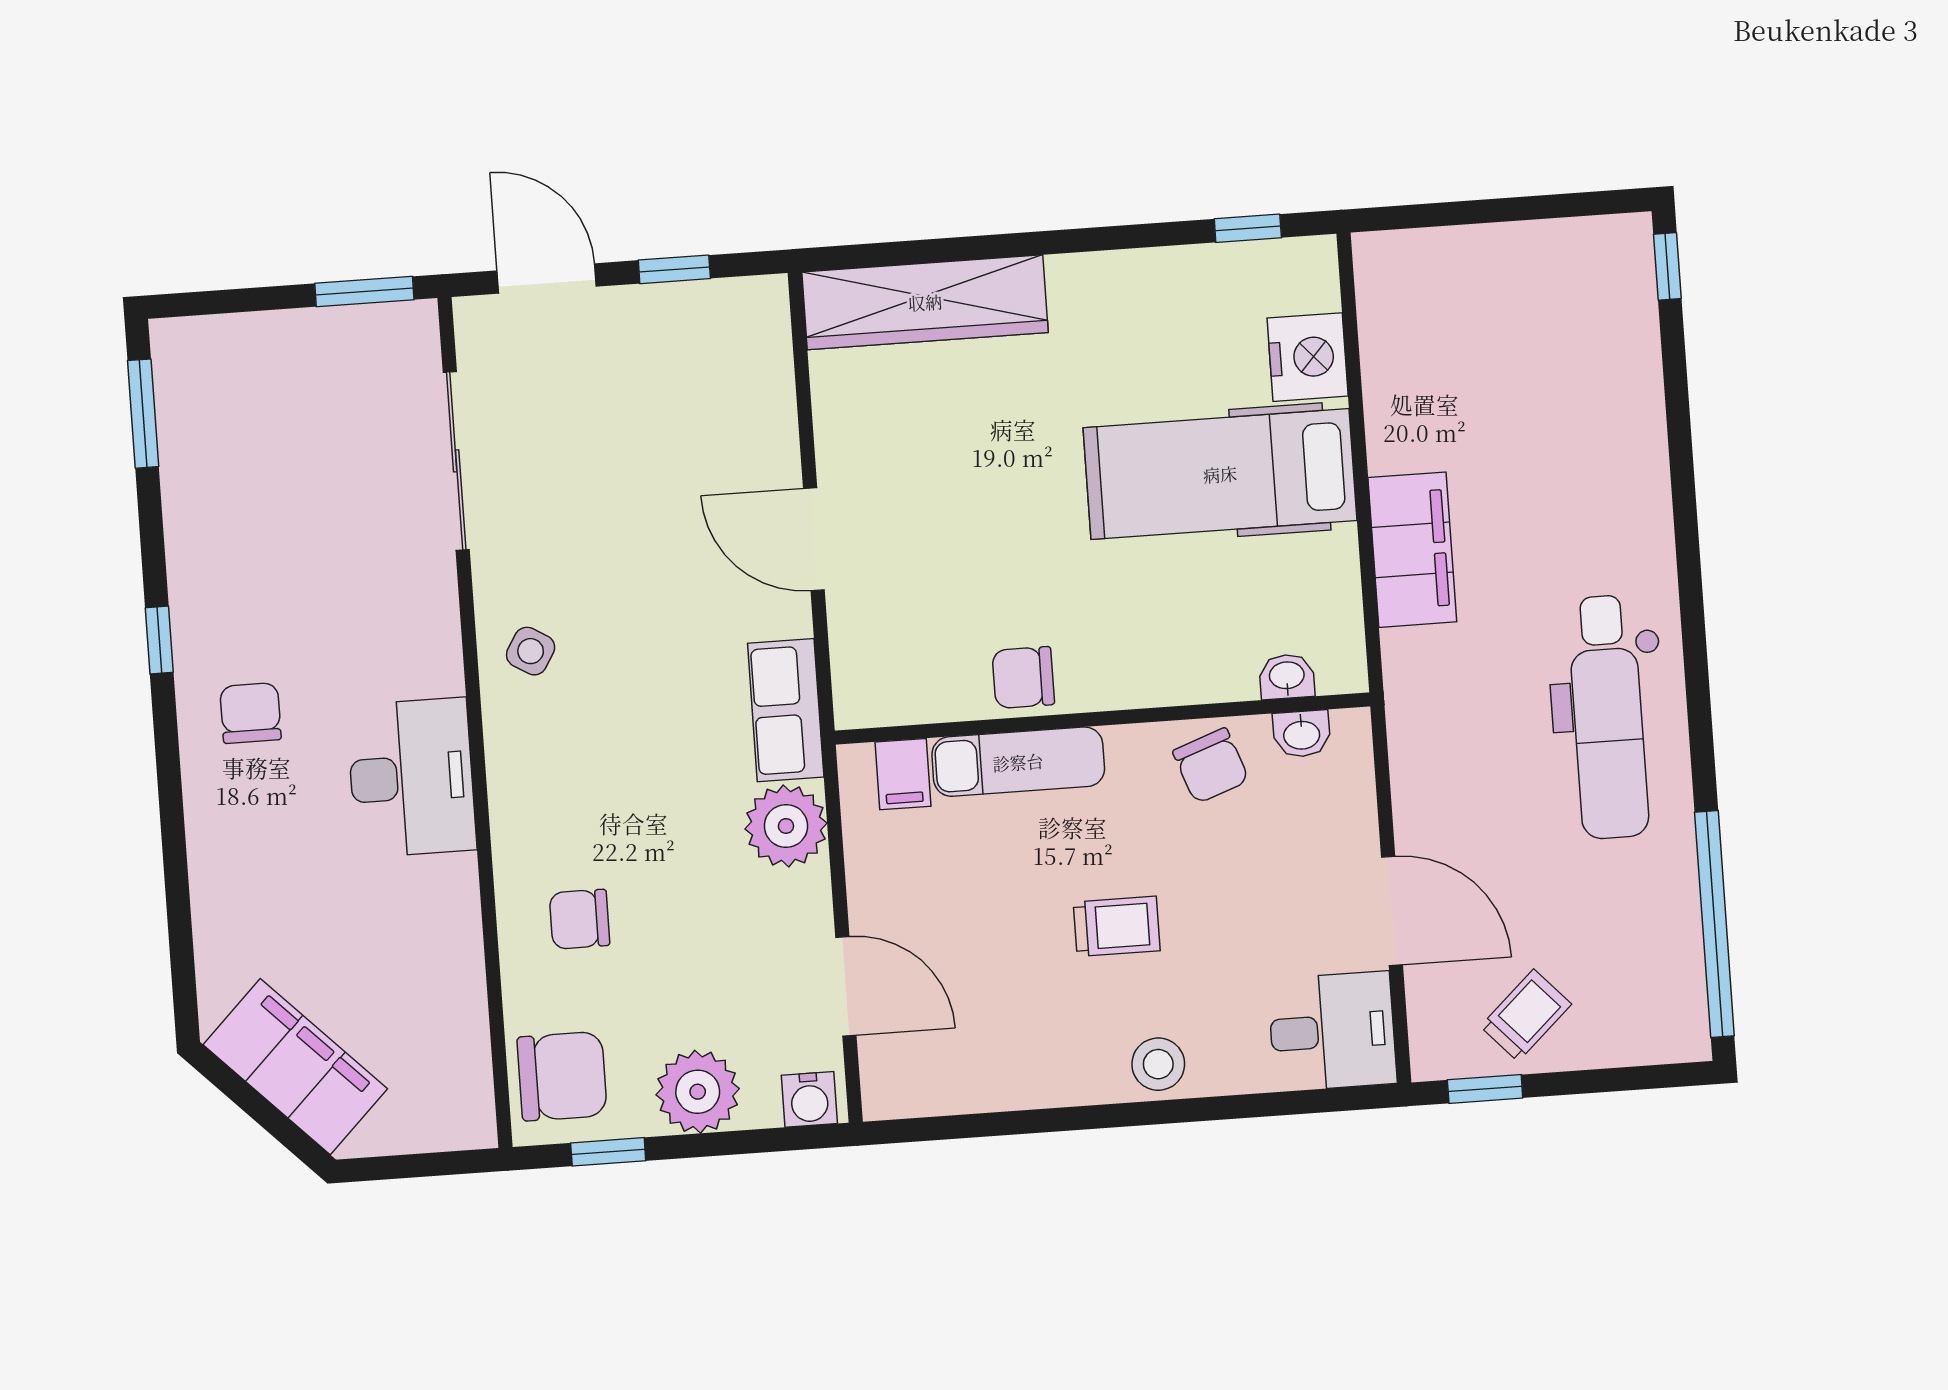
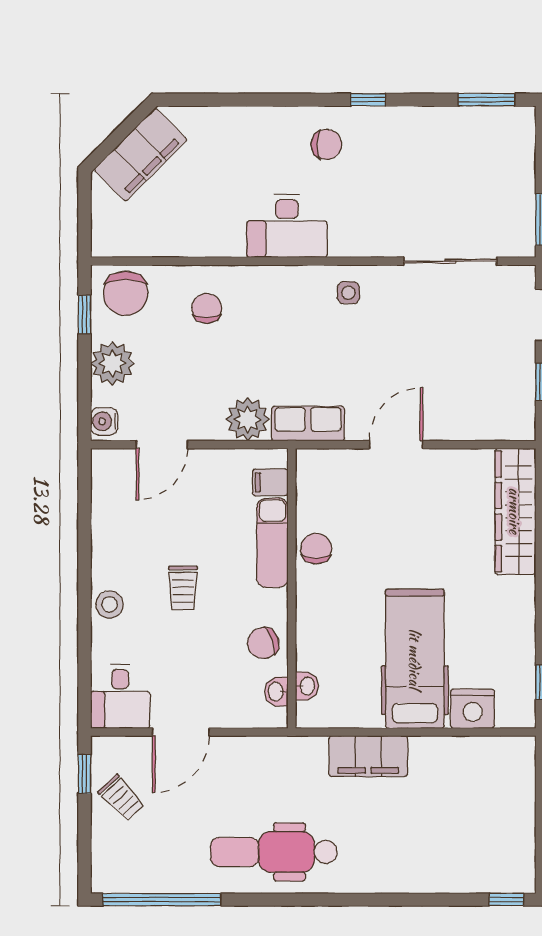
side table: (531, 651) -> (348, 293), turned -31

